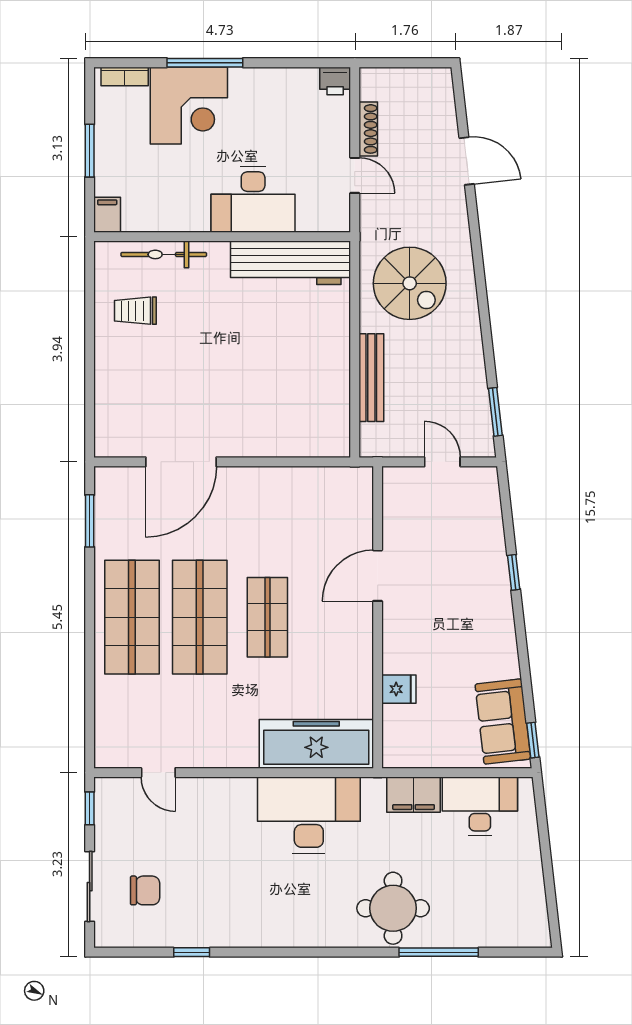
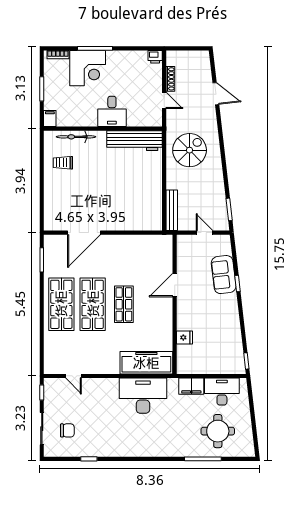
desk: (253, 199) -> (112, 111), width x0.73
spiral stairs: (410, 283) -> (190, 150), turned -90
bench: (371, 378) -> (172, 210), moved
sofa: (503, 722) -> (224, 275), moved
round table: (393, 908) -> (218, 431), moved

